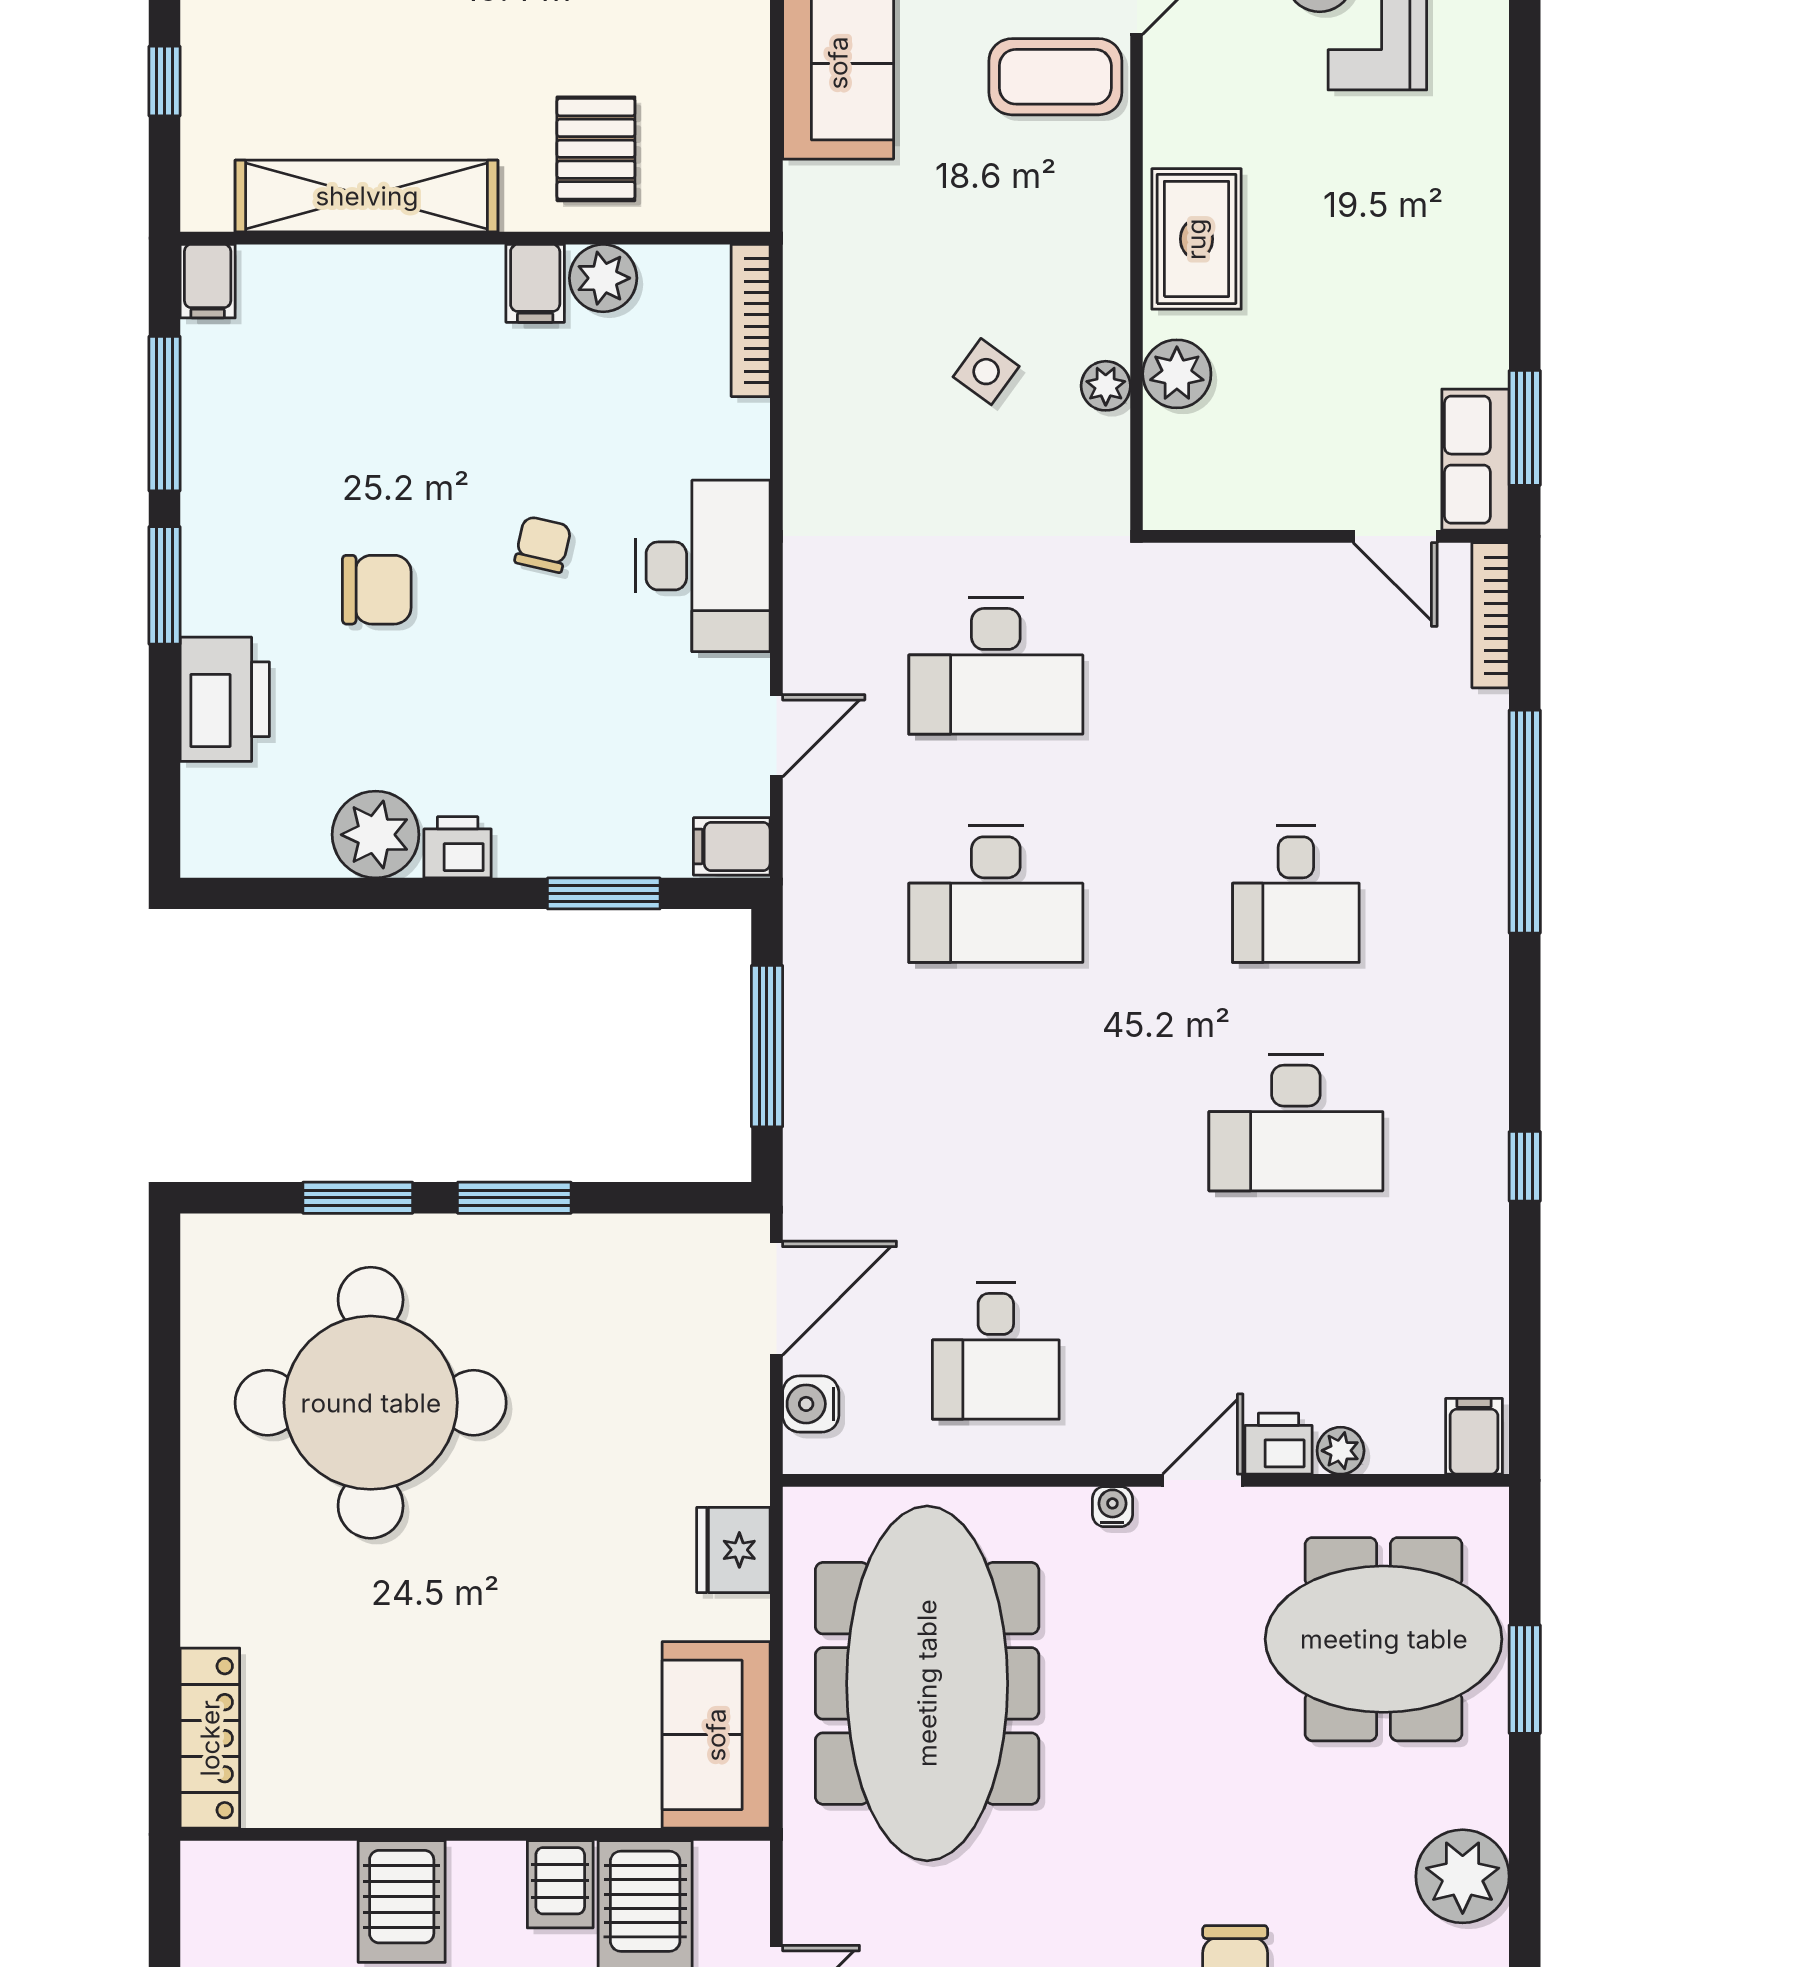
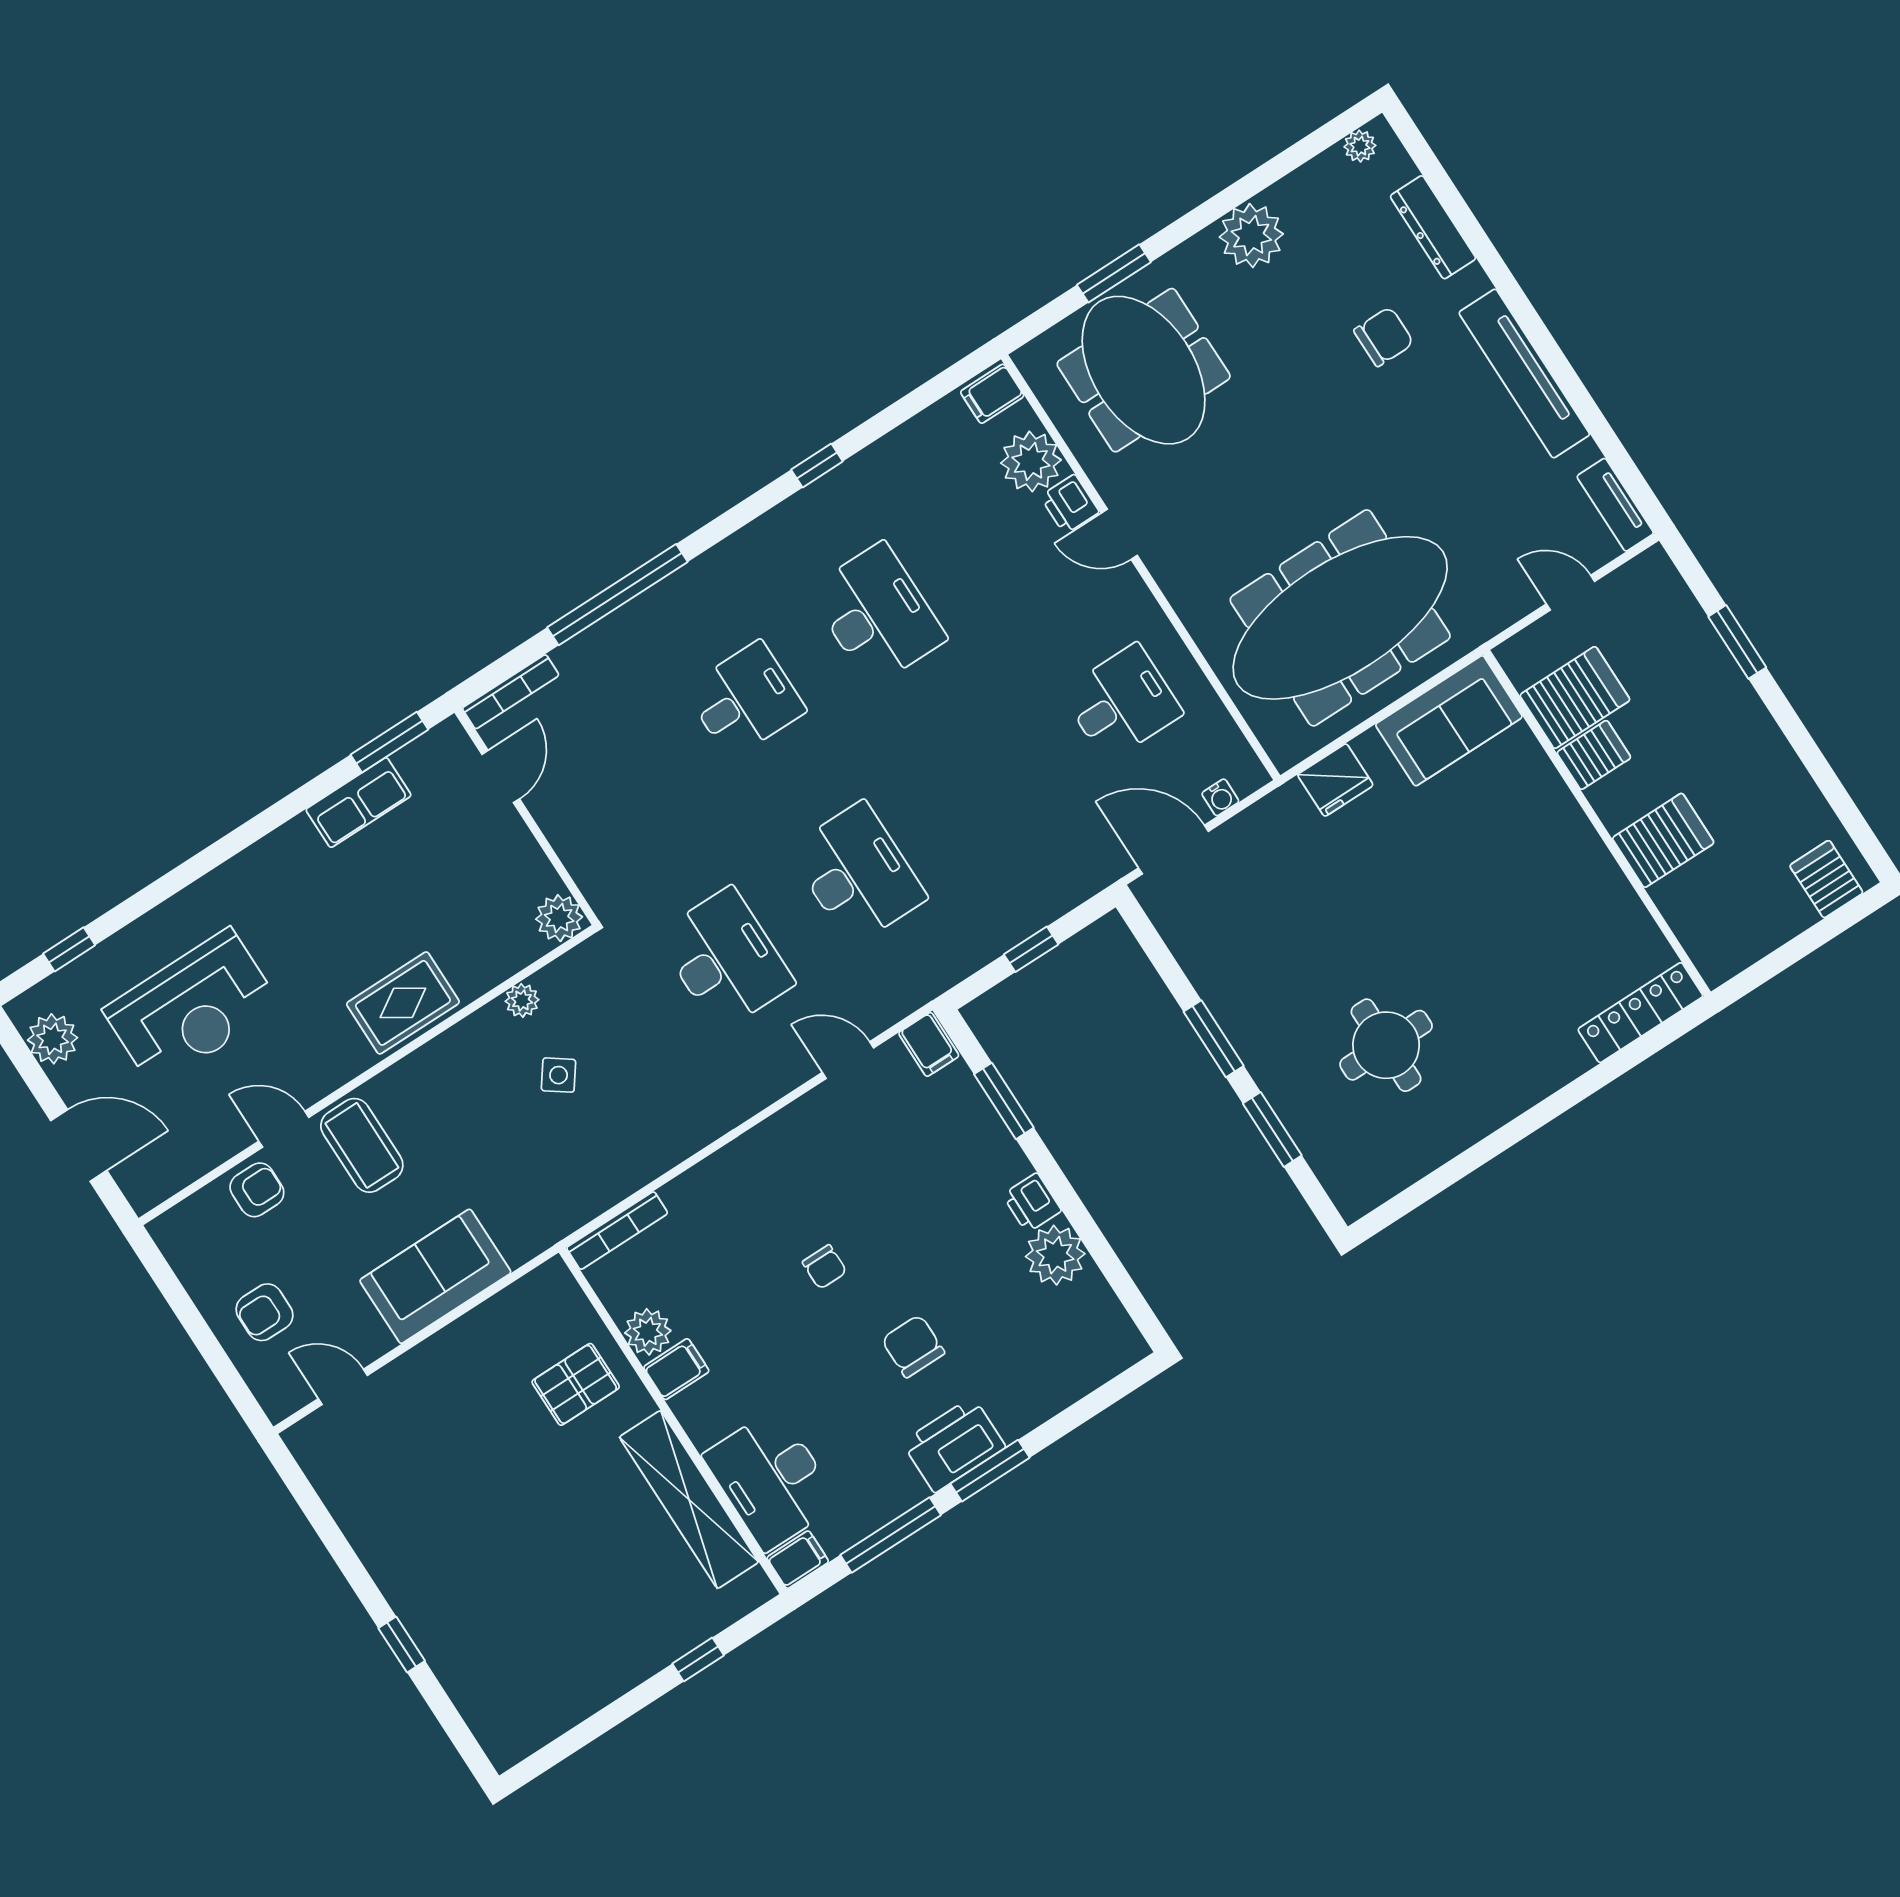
plant: (1177, 374) -> (559, 918), moved
row of seats: (1475, 460) -> (359, 803), moved
chair: (543, 544) -> (825, 1267), turned -103
desk: (703, 566) -> (771, 1480), moved, turned -90
printer: (225, 699) -> (954, 1445), moved
window: (767, 1046) -> (1031, 949), width x0.46
round table: (371, 1403) -> (1386, 1045), width x0.54, depth x0.54
water cooler: (811, 1404) -> (1220, 797), width x0.72, depth x0.72
plant: (1341, 1451) -> (1031, 461), width x1.88, depth x1.88
water cooler: (1112, 1507) -> (1168, 577), removed

